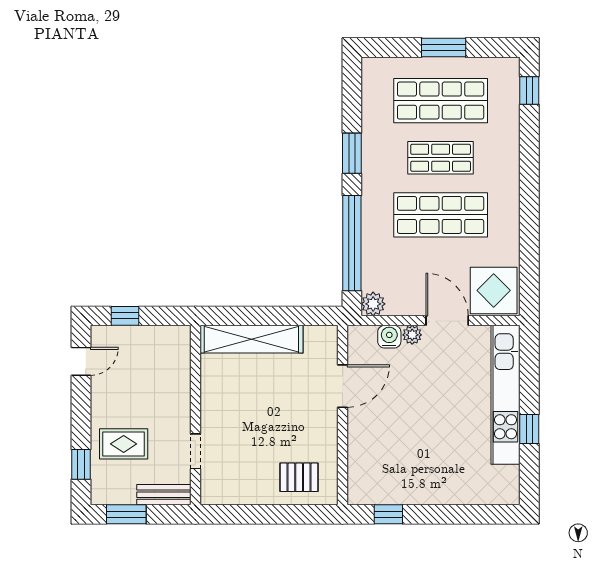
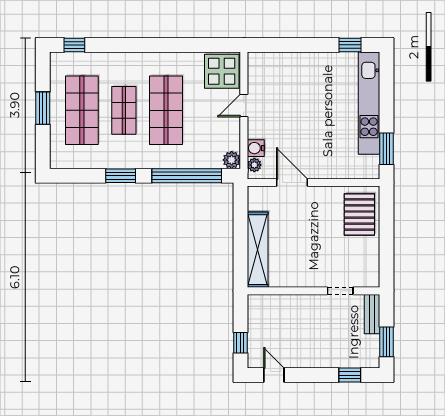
door: (447, 321) -> (244, 106), width x0.73
plant: (412, 335) -> (254, 165), moved
kitchen unit: (506, 395) -> (369, 103), moved, turned 90
window: (529, 429) -> (350, 45), moved
rug: (124, 444) -> (335, 344), removed
pallet: (299, 477) -> (359, 215), width x1.50, depth x1.42
window: (388, 514) -> (387, 149), width x1.50

